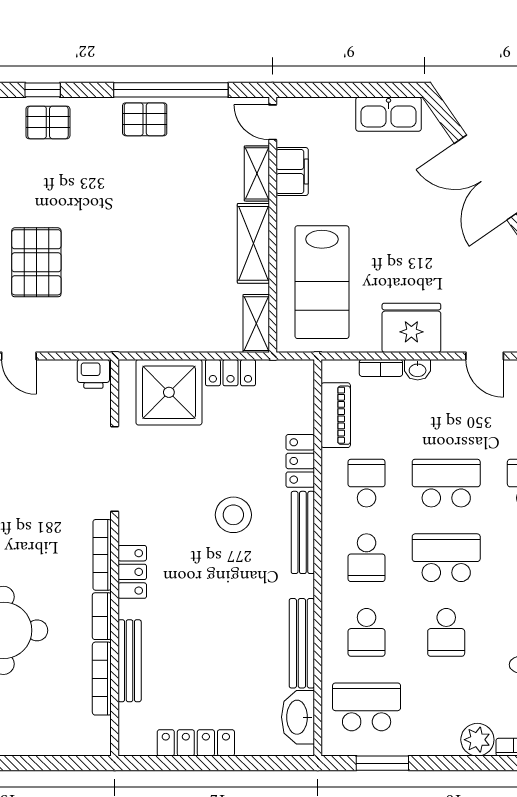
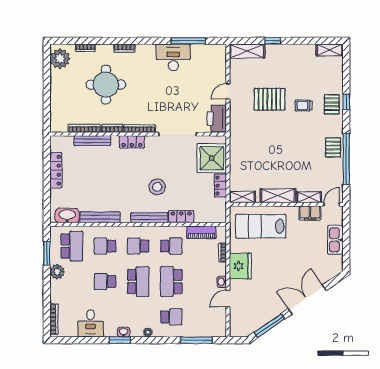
kitchen sink: (389, 114) -> (335, 240), moved
trolley: (50, 186) -> (304, 106), added
washbasin: (418, 370) -> (222, 282), moved
printer: (93, 374) -> (217, 118), width x1.87, depth x1.48
school desk: (446, 483) -> (171, 281), turned 180
plant: (477, 740) -> (57, 272), moved

